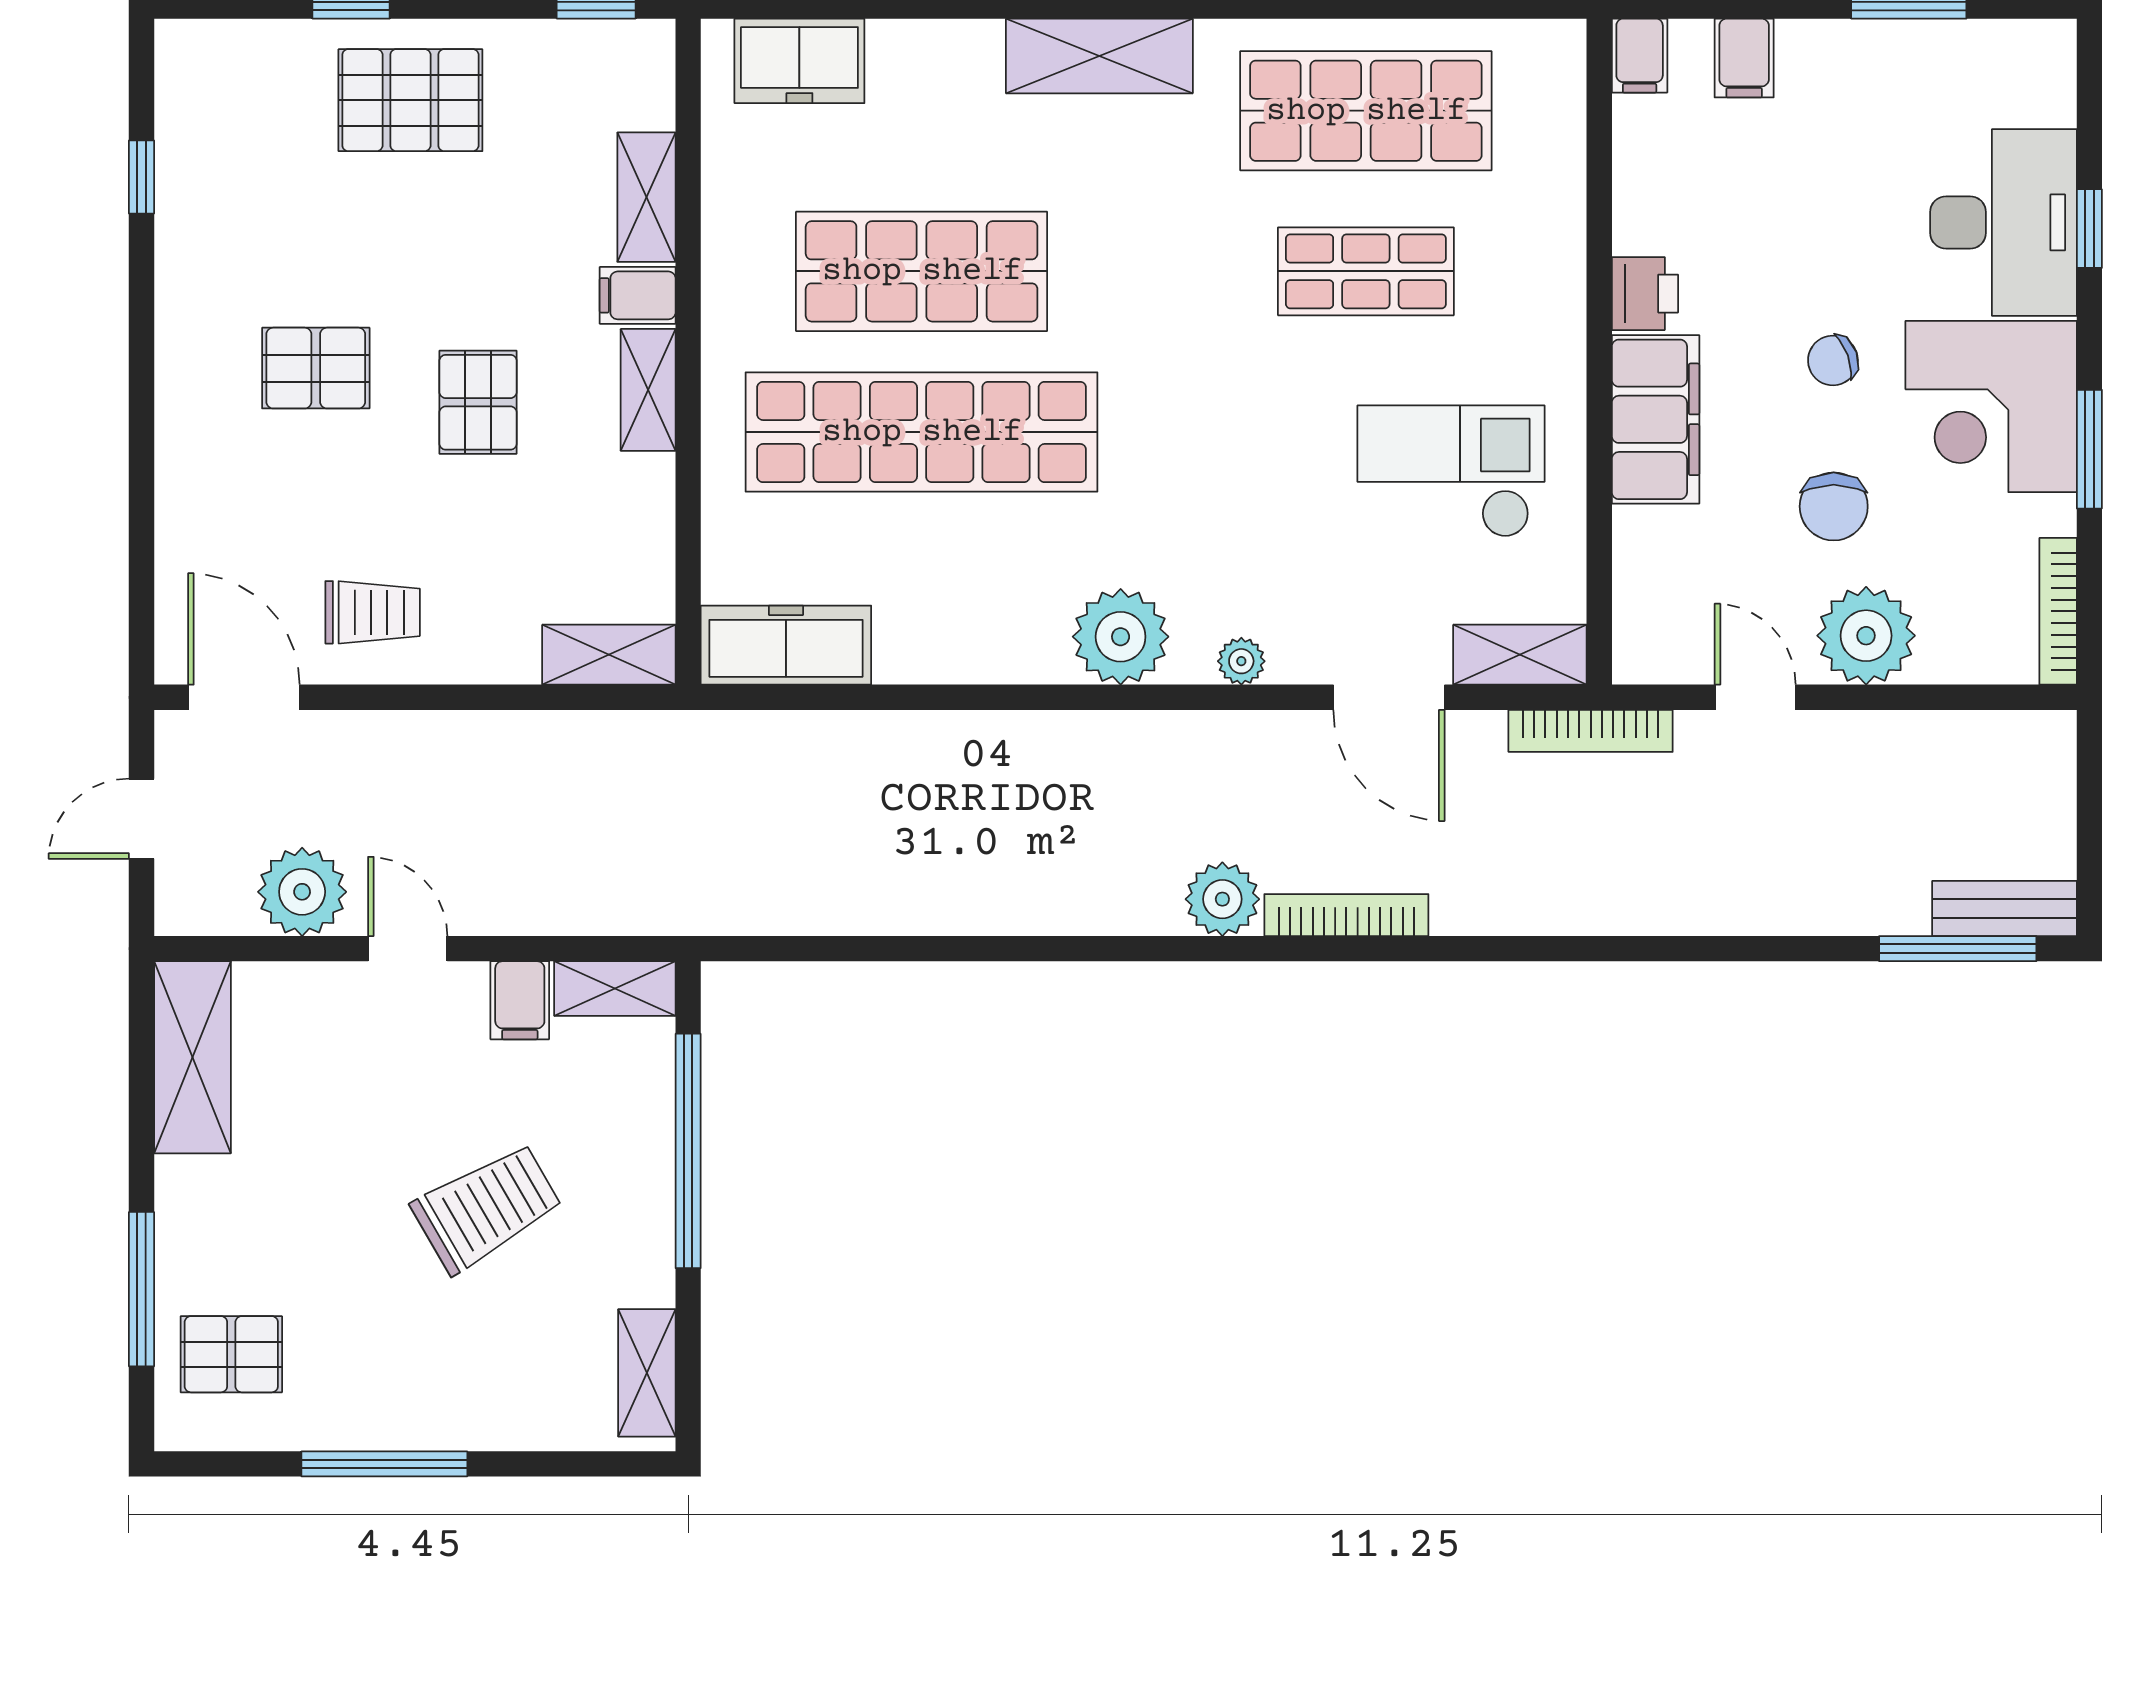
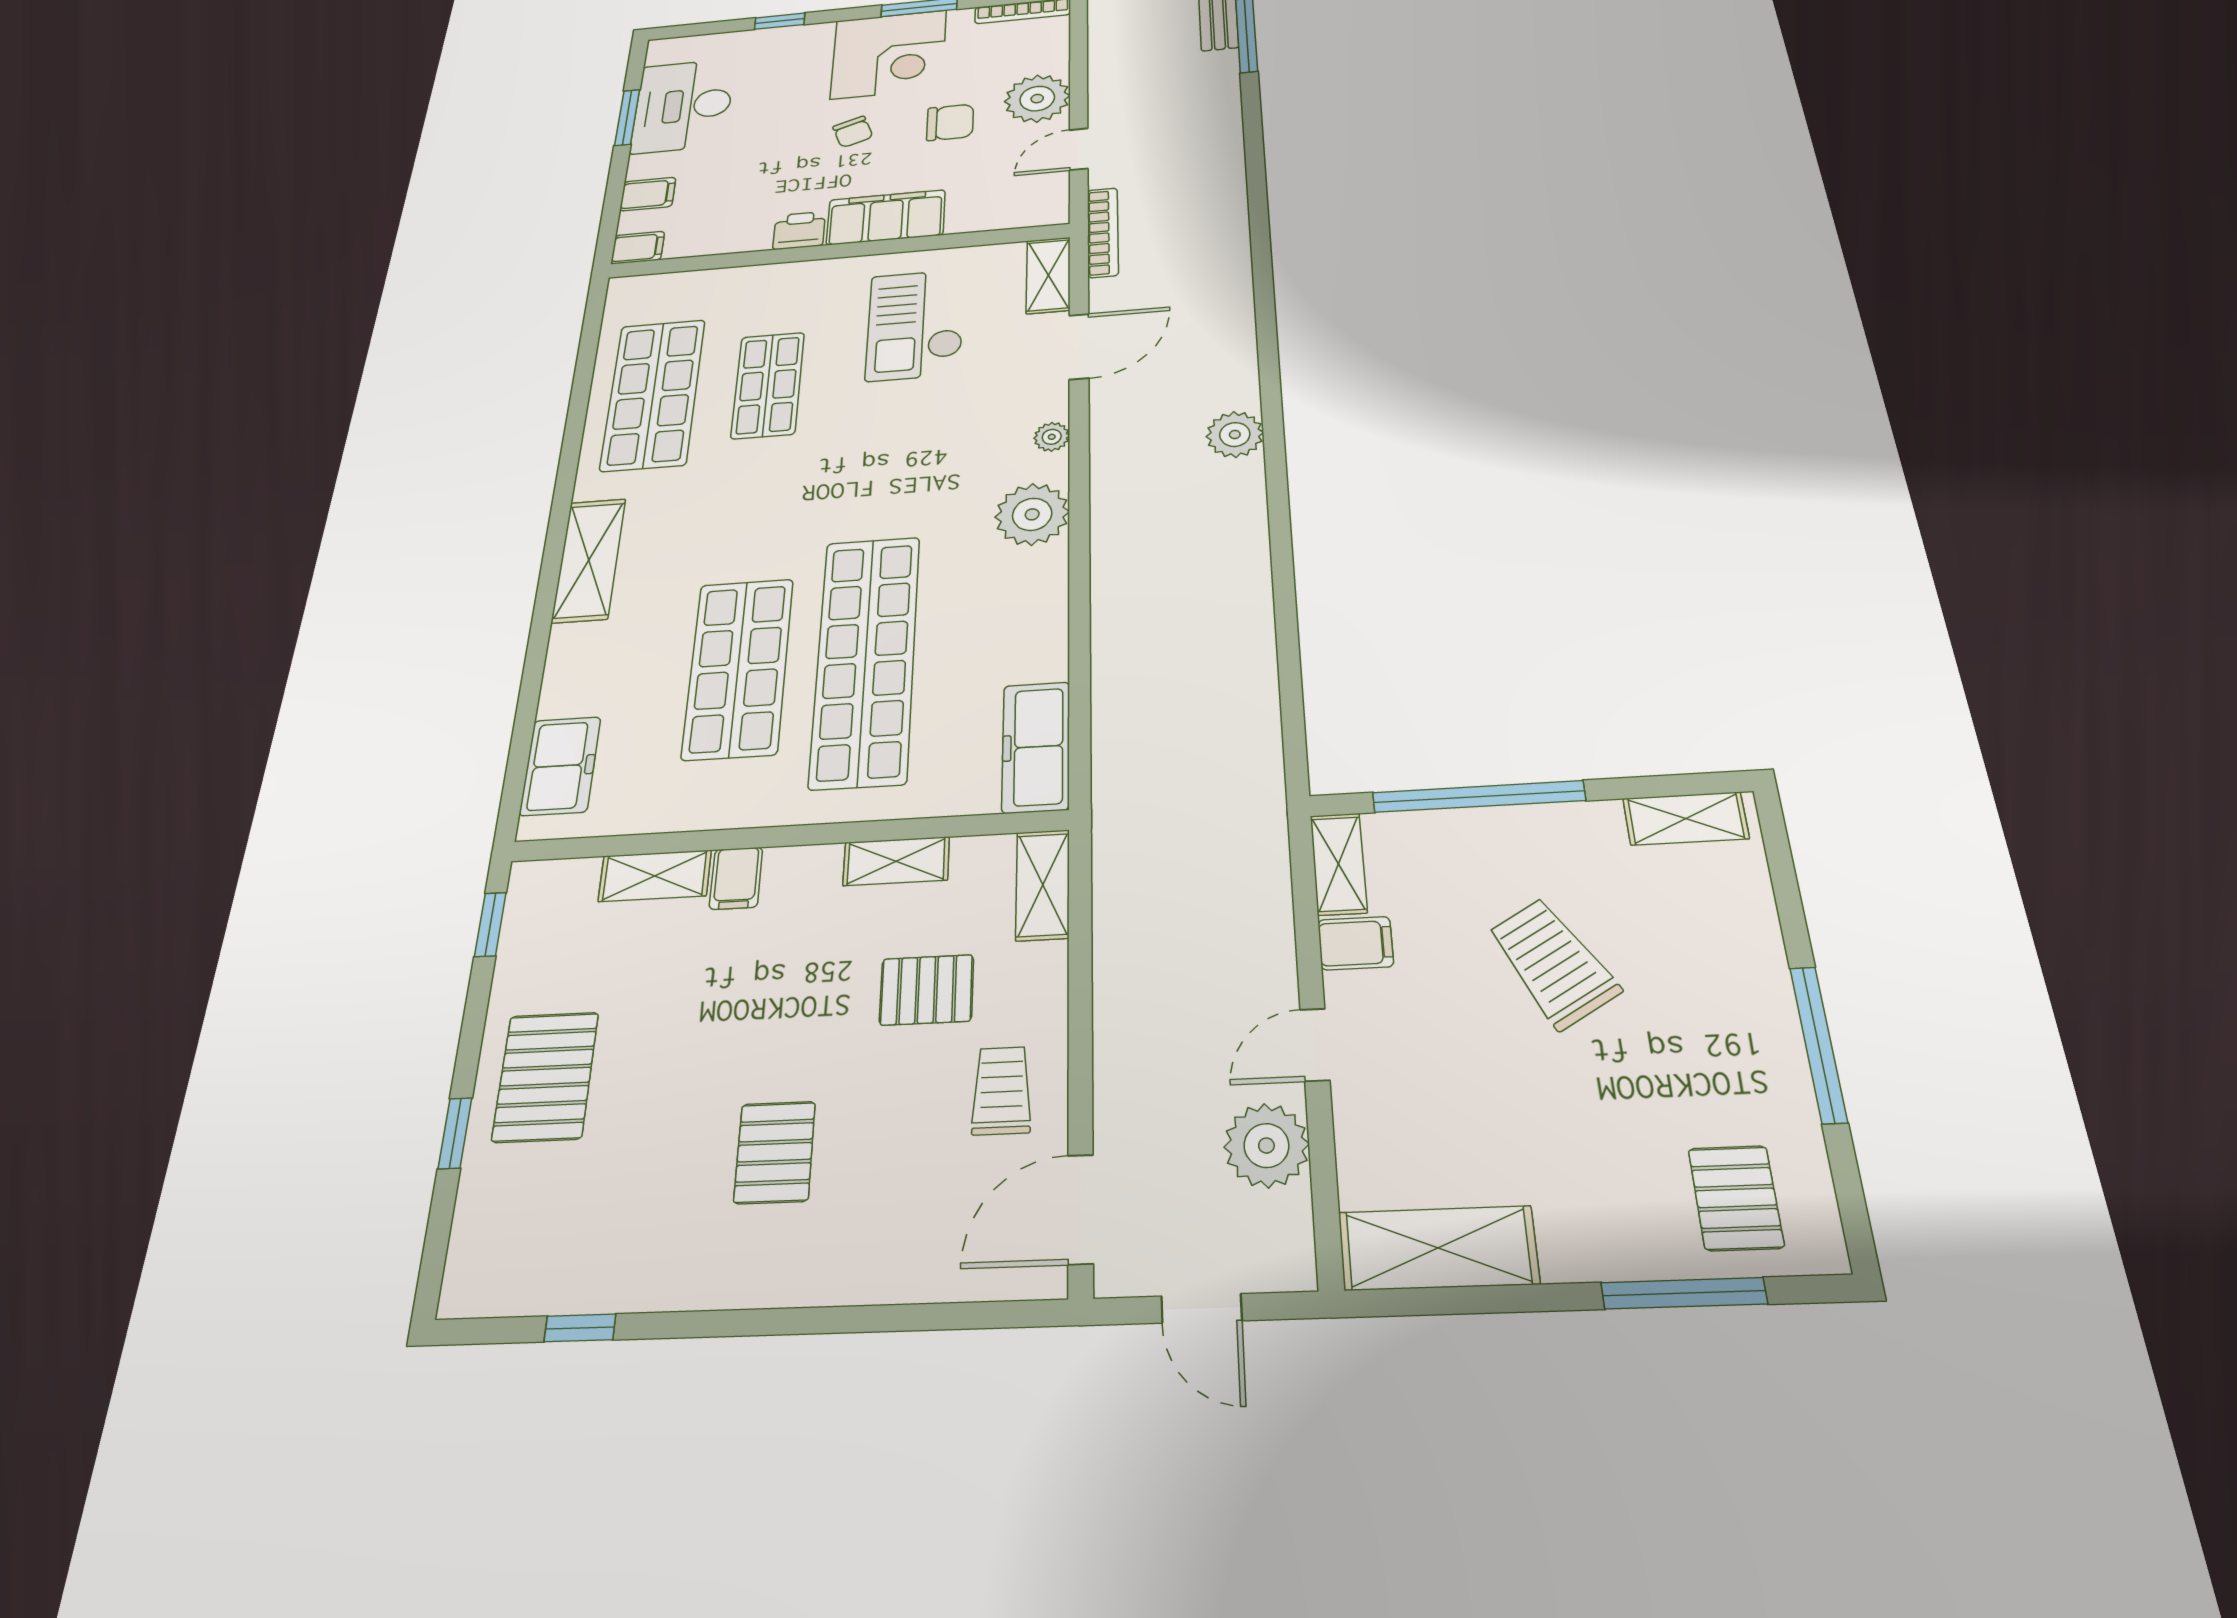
desk: (2004, 222) -> (683, 106), moved, turned -90
shelving: (648, 390) -> (896, 861), moved
pallet: (478, 402) -> (927, 990), moved
bookcase: (1346, 915) -> (1243, 358), removed

